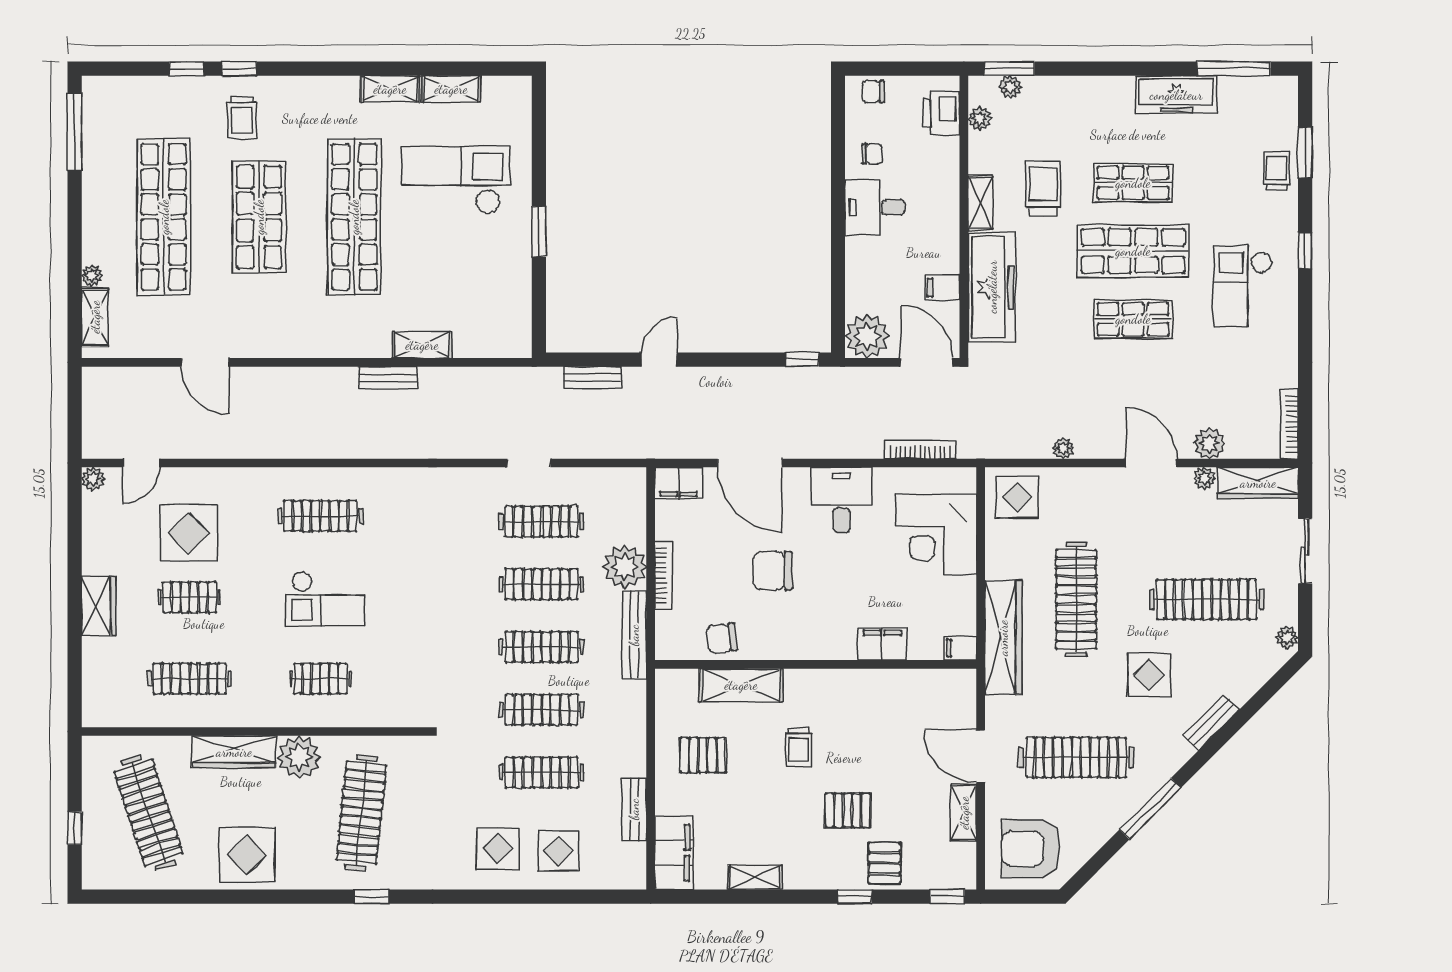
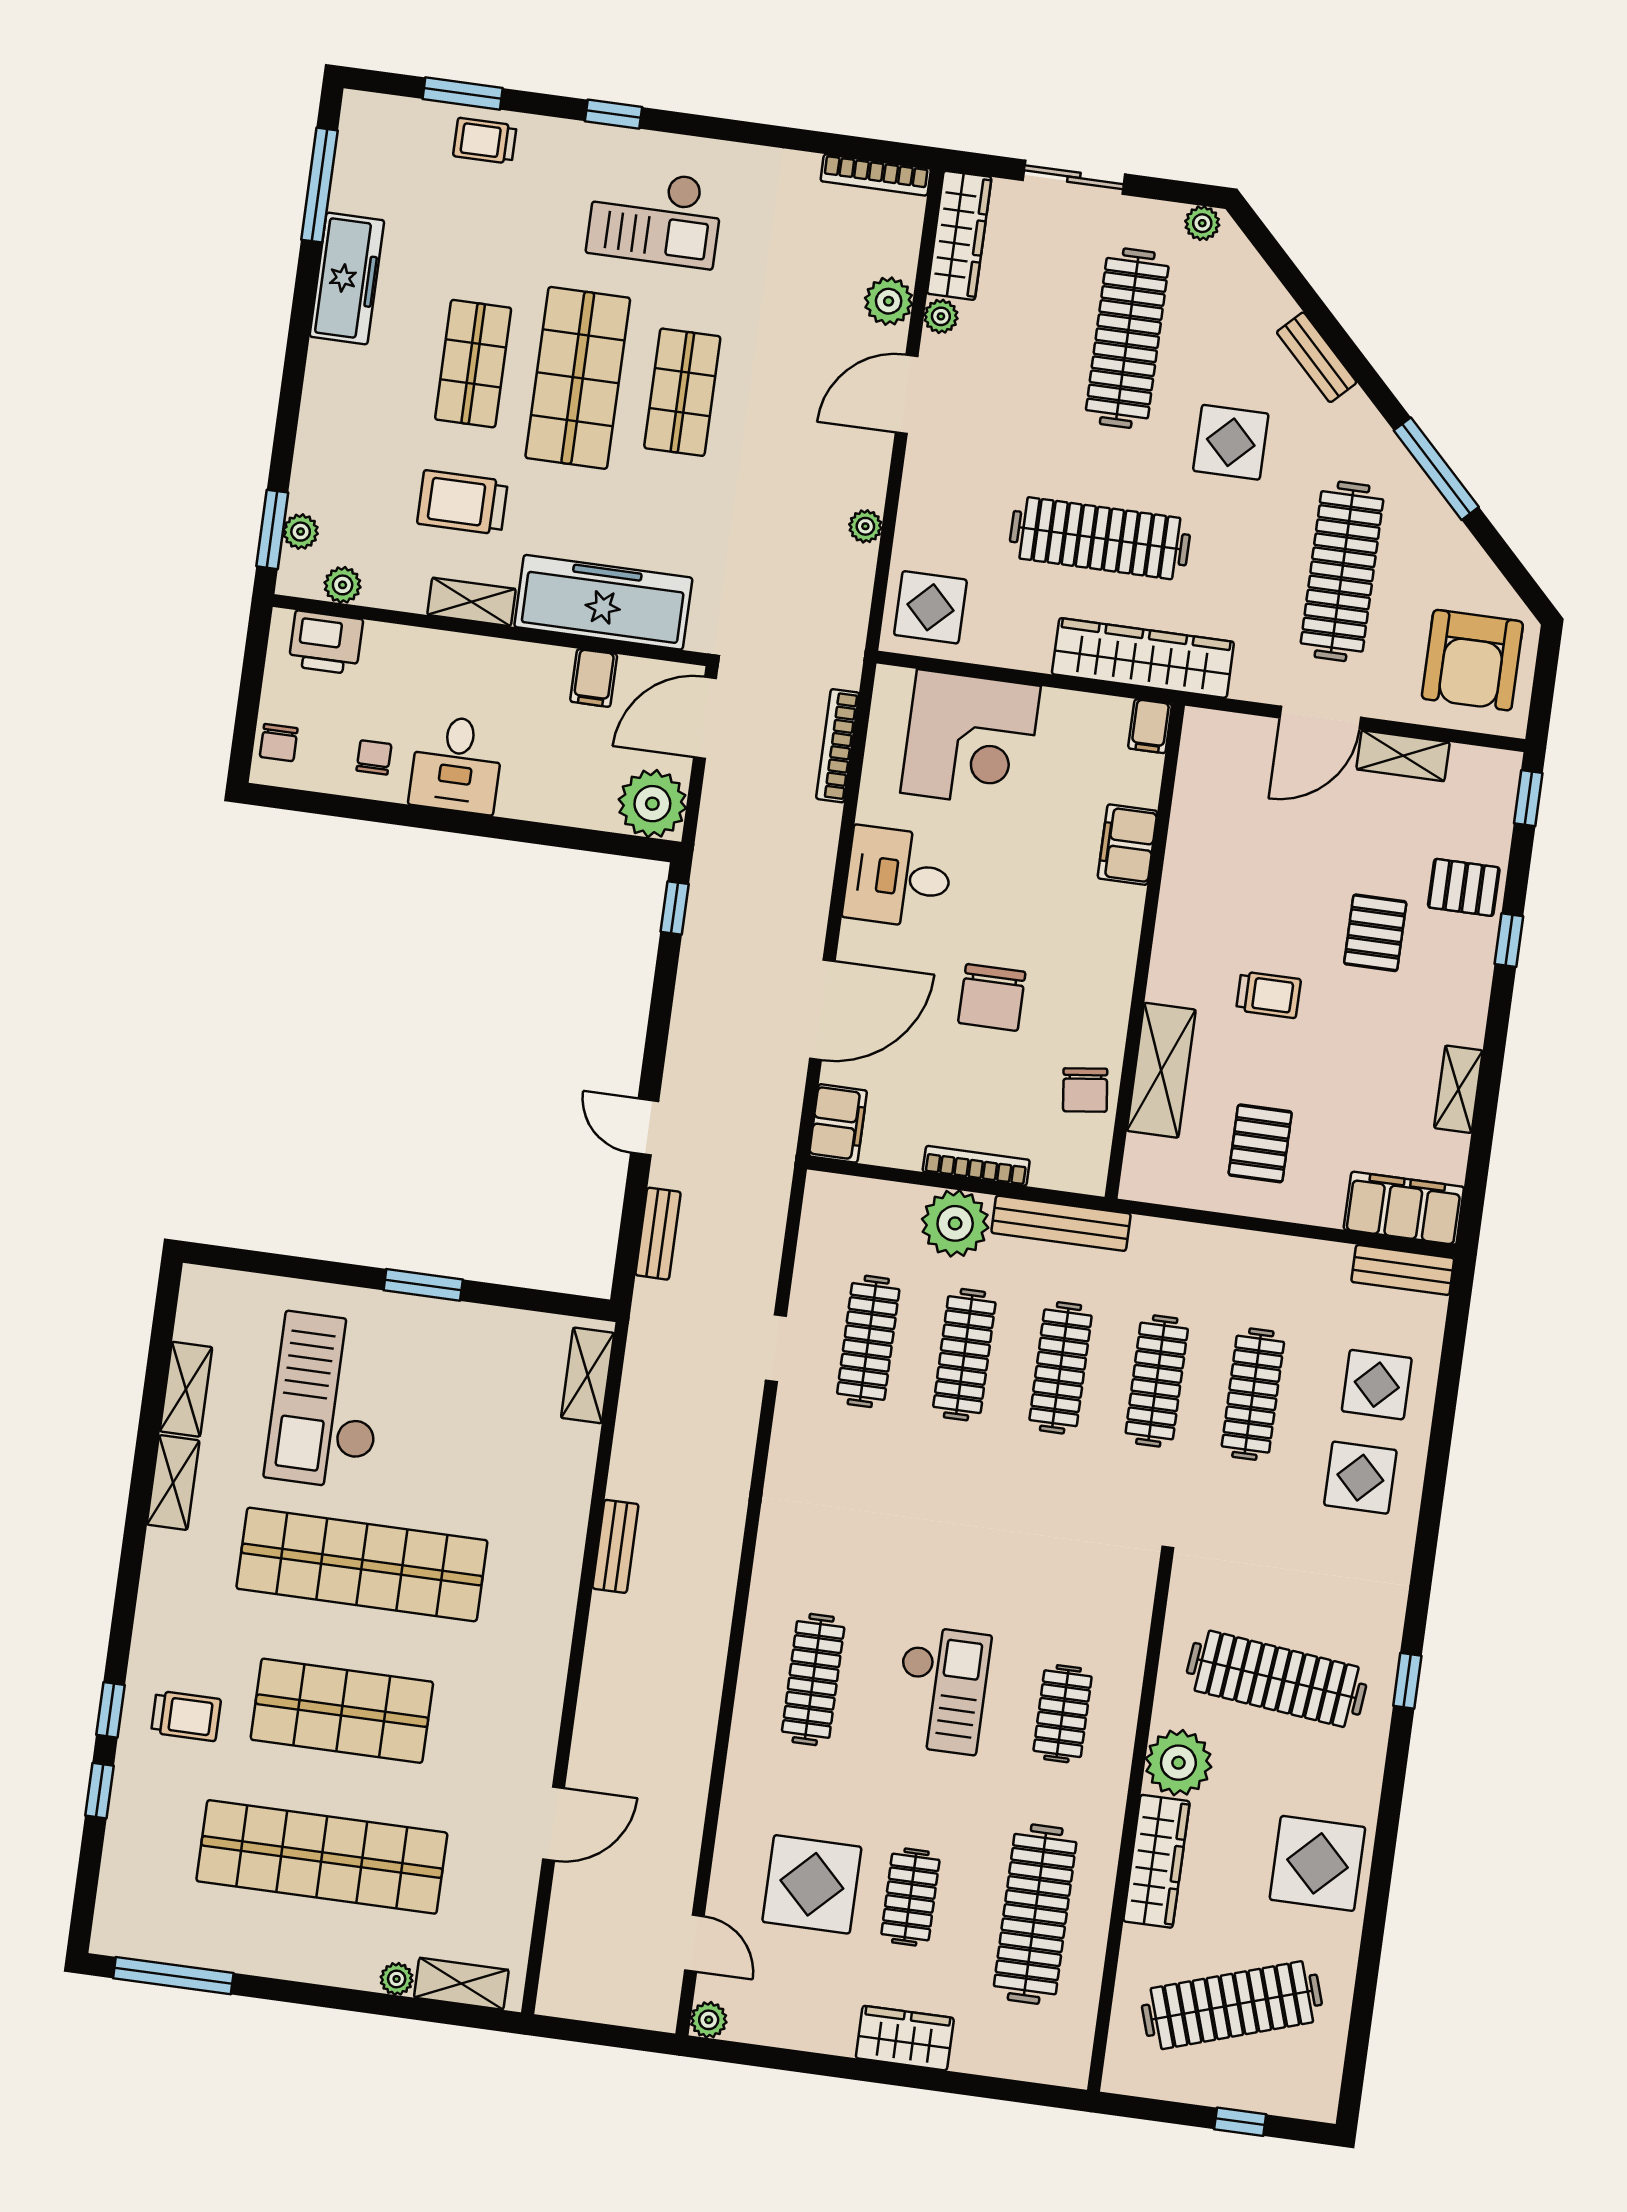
shelving: (422, 345) -> (588, 1375), moved
clothes rail: (190, 679) -> (1035, 1914), width x1.37, depth x1.31
bench: (634, 809) -> (1403, 1270), moved

